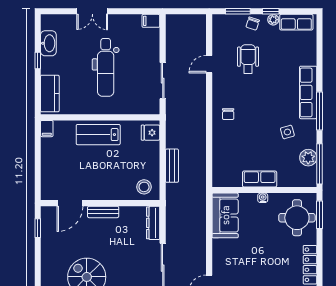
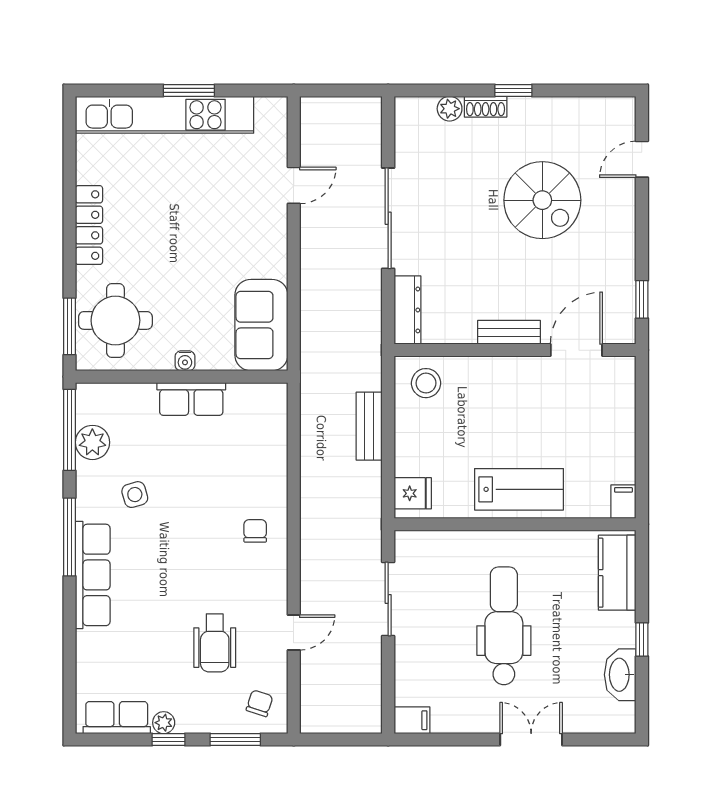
chair: (253, 24) -> (260, 703), moved

